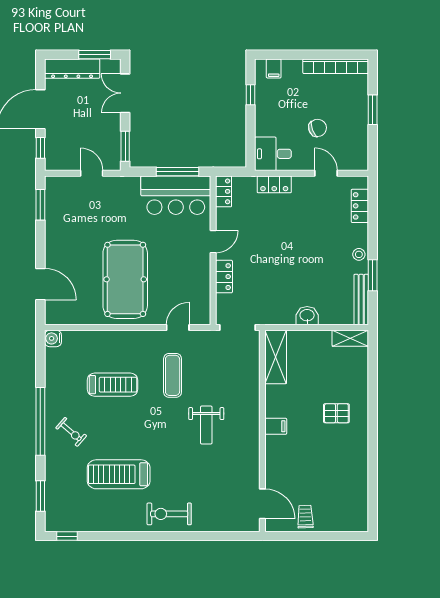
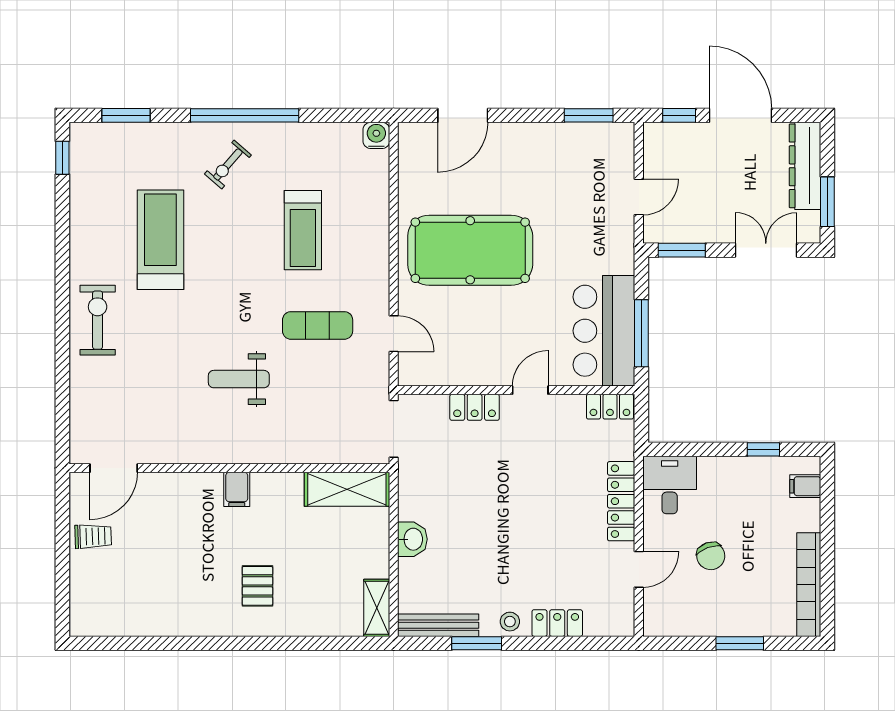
locker: (274, 184) -> (621, 501), width x1.53
locker: (360, 206) -> (557, 623), moved
door: (213, 242) -> (530, 390), swing flipped

